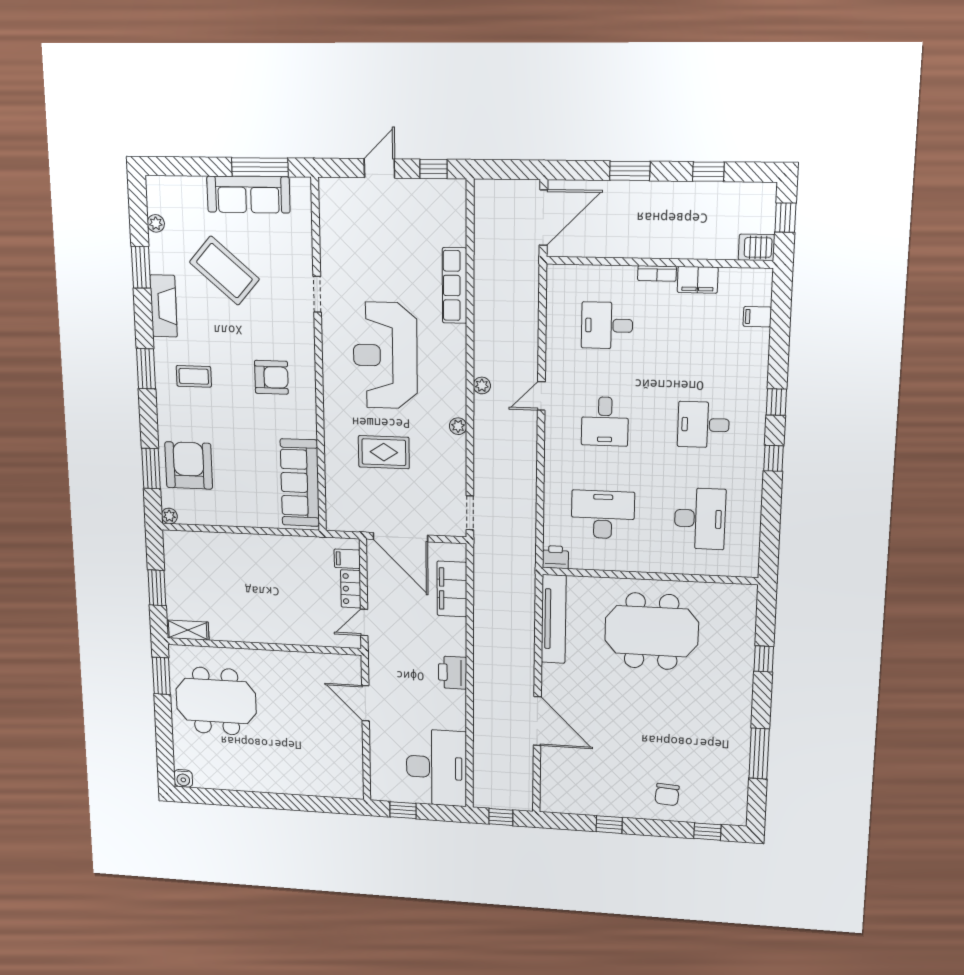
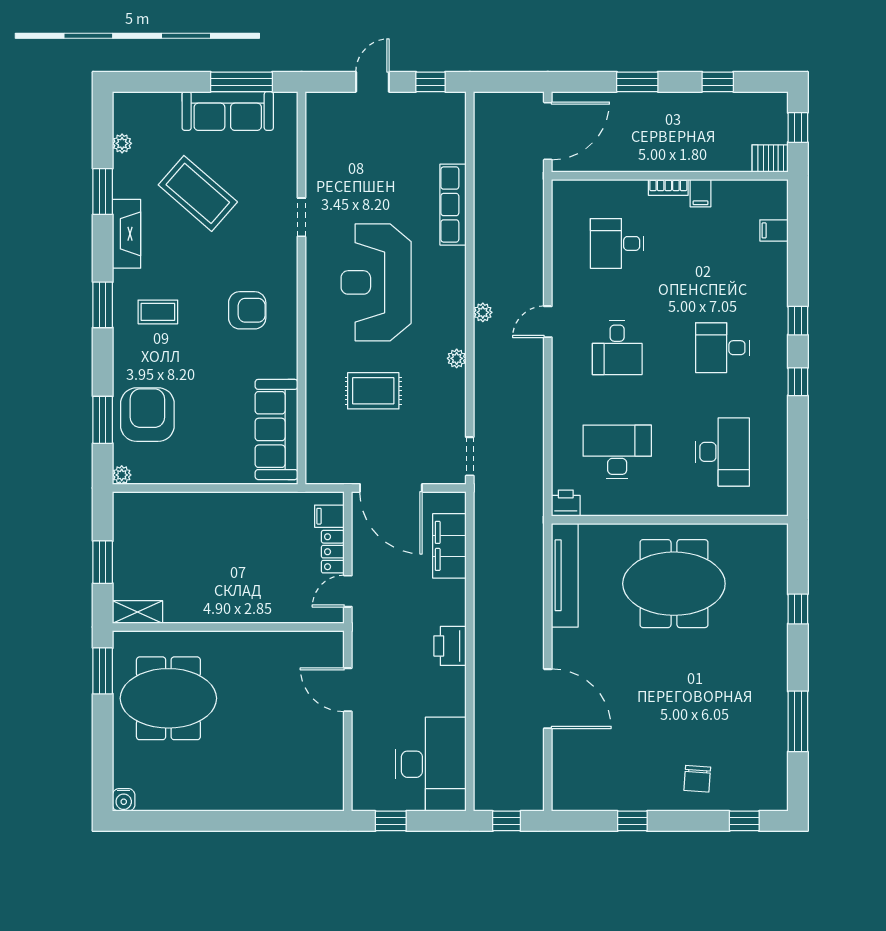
filing cabinet: (698, 280) -> (701, 193), width x0.50

